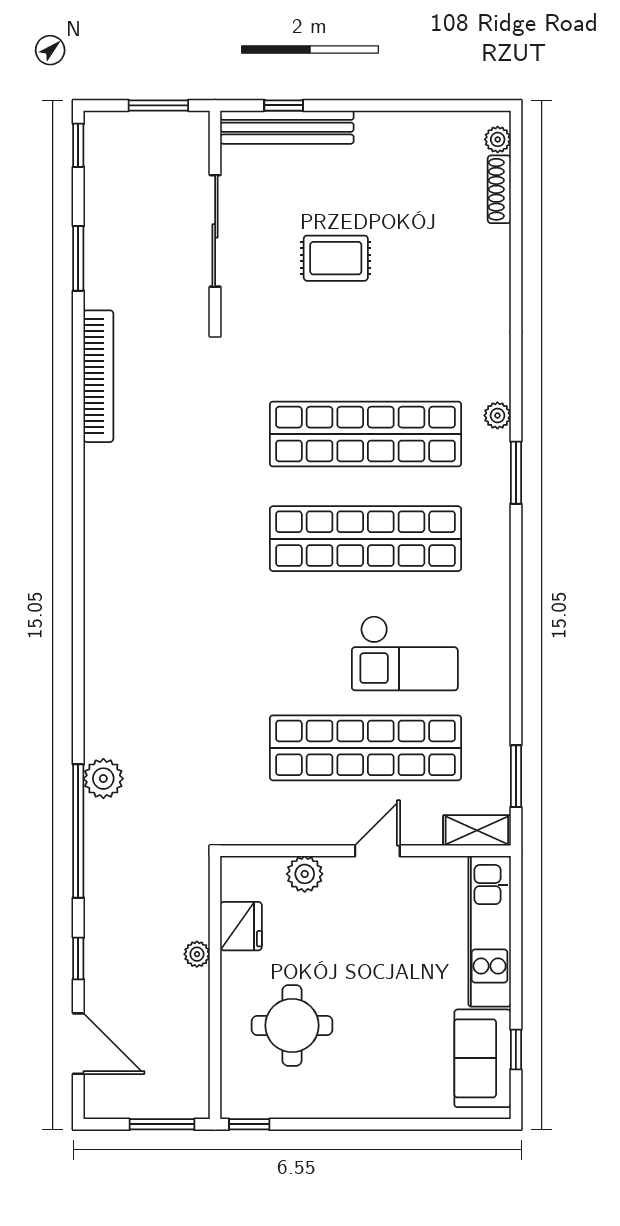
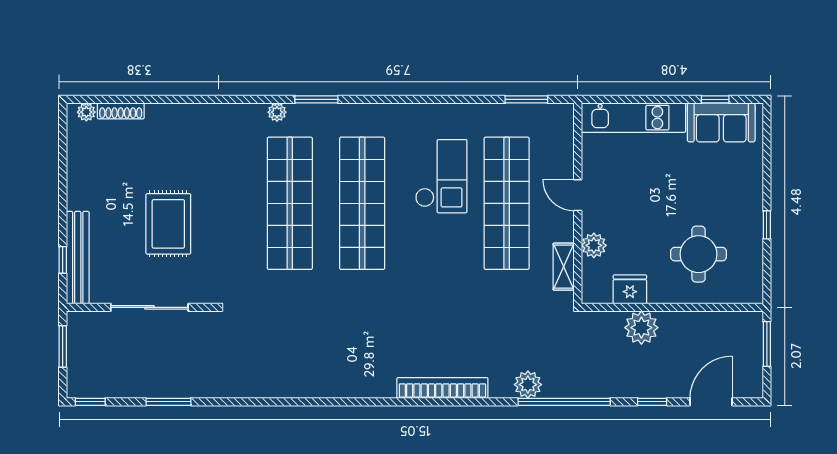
rug: (336, 258) -> (168, 224), width x1.36, depth x1.43
bookcase: (98, 376) -> (442, 388), moved
shelving: (477, 830) -> (564, 267), moved
plant: (197, 954) -> (641, 328), width x1.88, depth x1.88
window: (249, 1124) -> (767, 225), moved

